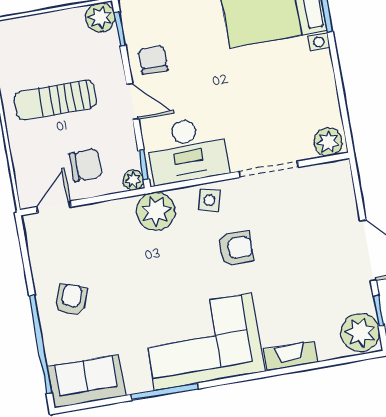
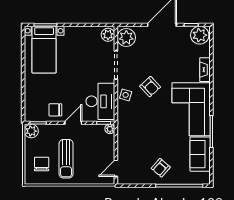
chair: (86, 165) -> (42, 164), moved
door: (54, 207) -> (116, 168), hinge flipped
plant: (156, 211) -> (126, 37), moved
armchair: (236, 248) -> (150, 87), turned 137
armchair: (71, 300) -> (161, 168), turned -70
sofa: (87, 381) -> (200, 154), moved

